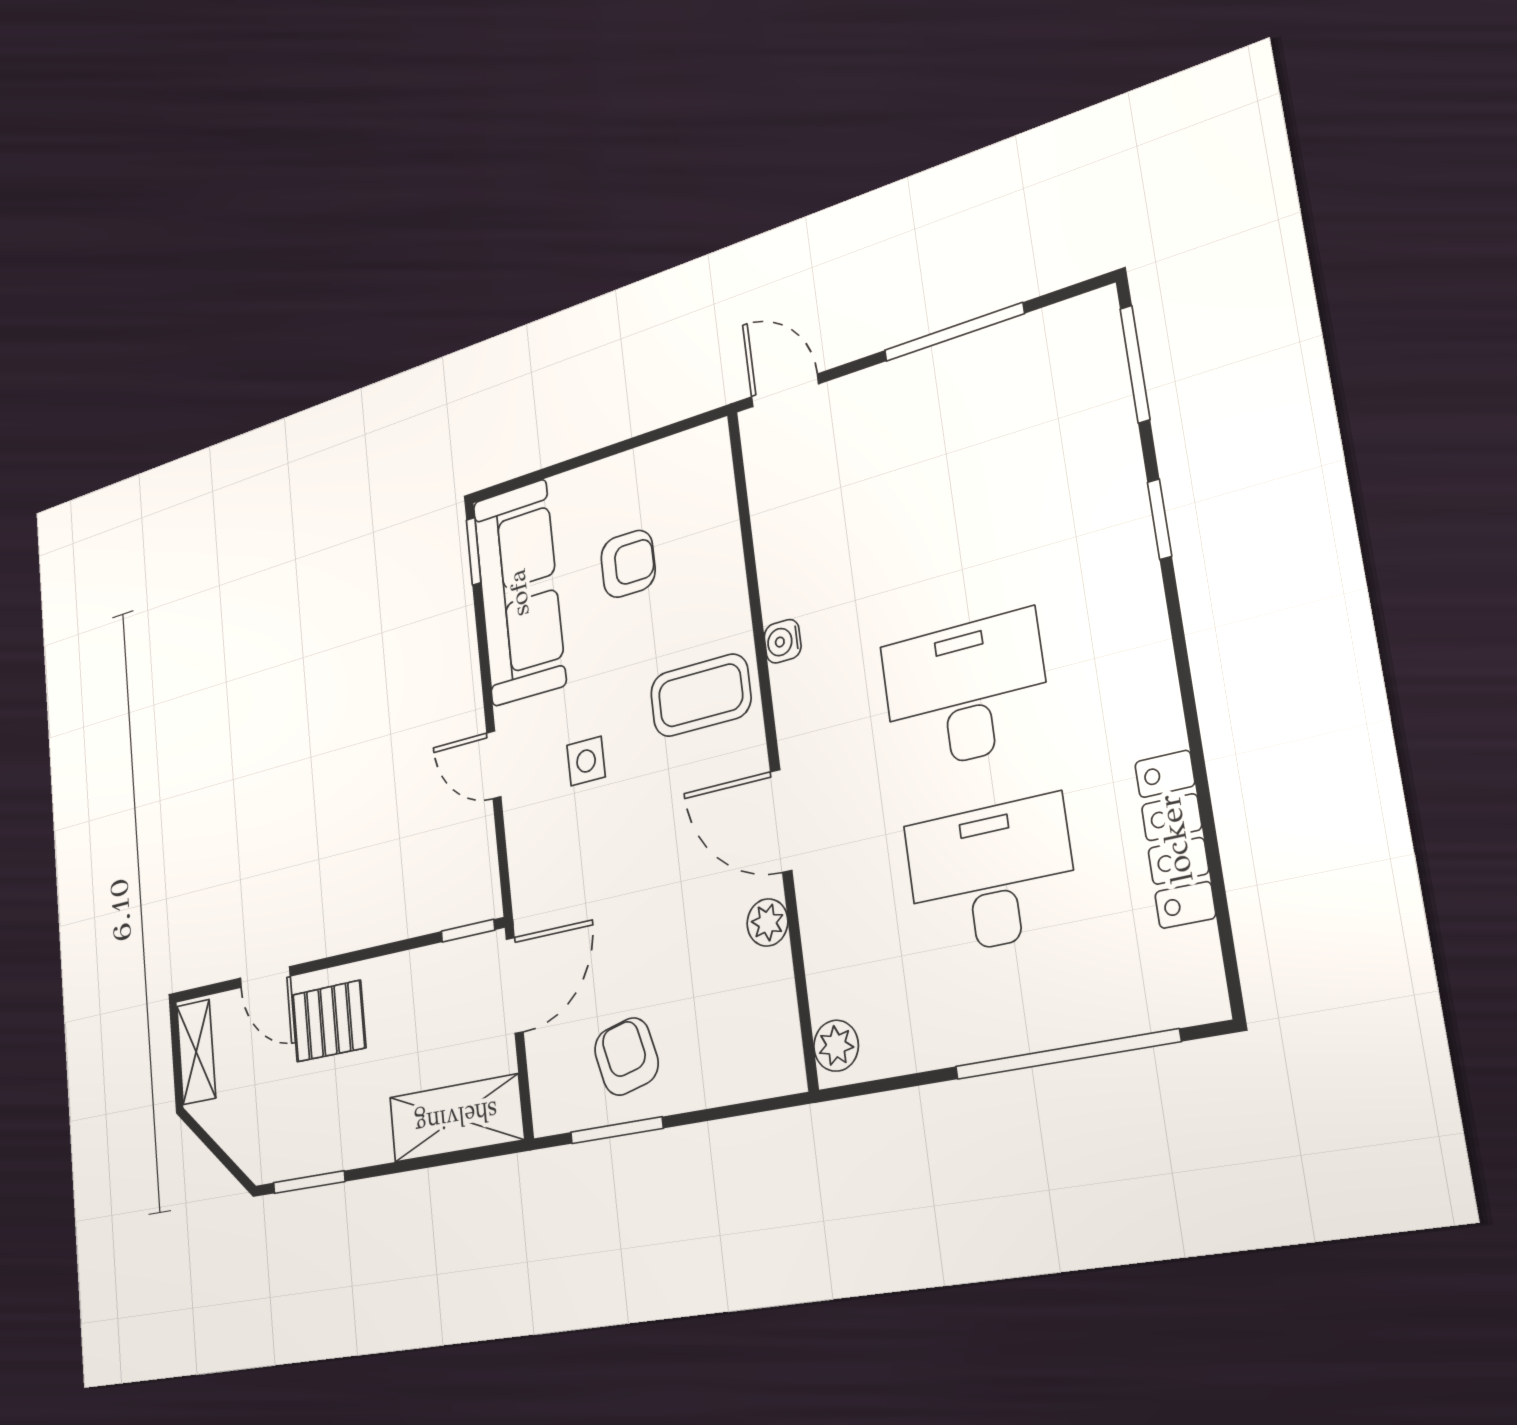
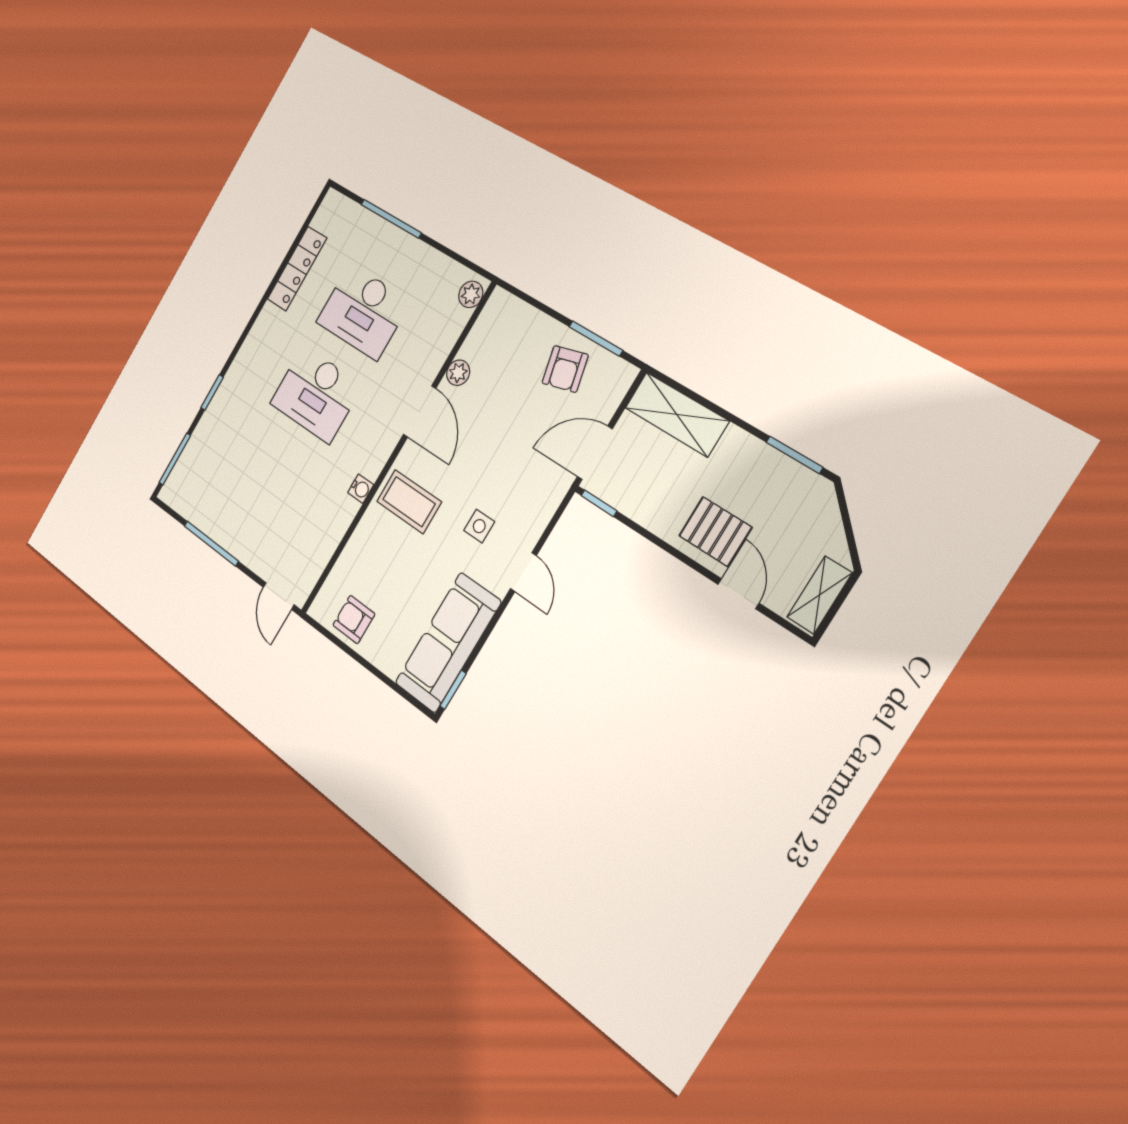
armchair: (628, 564) -> (354, 619), moved
window: (1066, 1054) -> (391, 219), width x0.68

